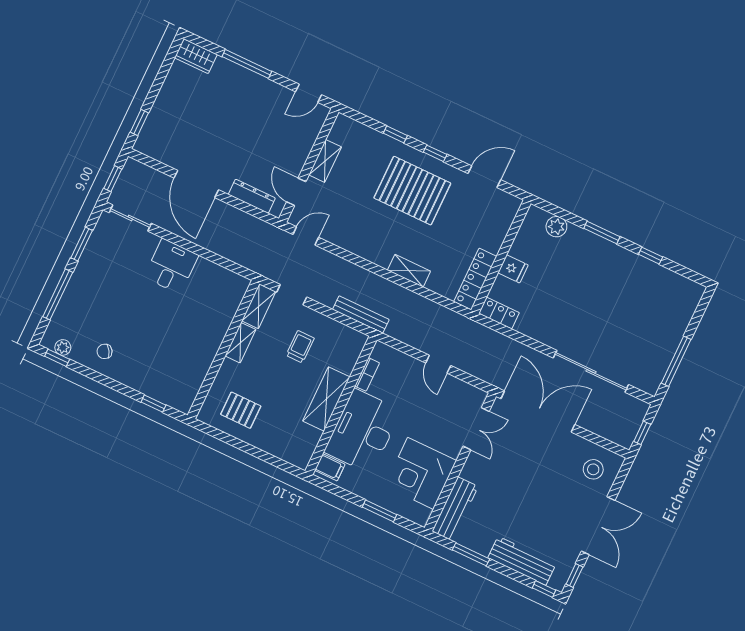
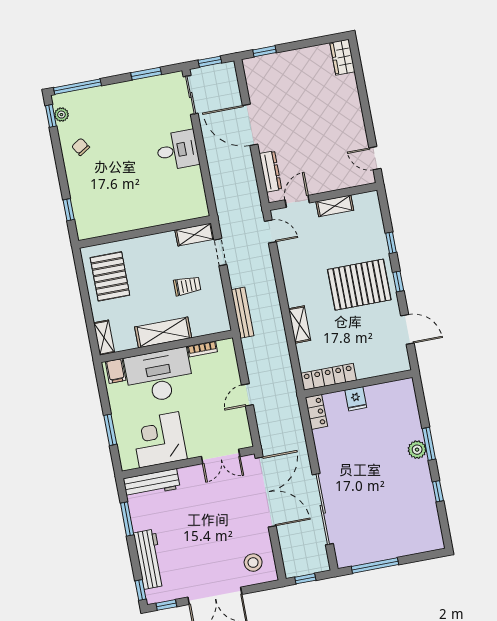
window: (247, 64) -> (364, 98), removed
door: (196, 184) -> (250, 125), hinge flipped
pallet: (412, 191) -> (359, 285), turned 90
plant: (556, 227) -> (417, 450), moved
window: (58, 294) -> (77, 87), moved
shelving: (240, 343) -> (104, 338), moved, turned 90
pallet: (241, 410) -> (110, 276), width x1.50, depth x1.42

